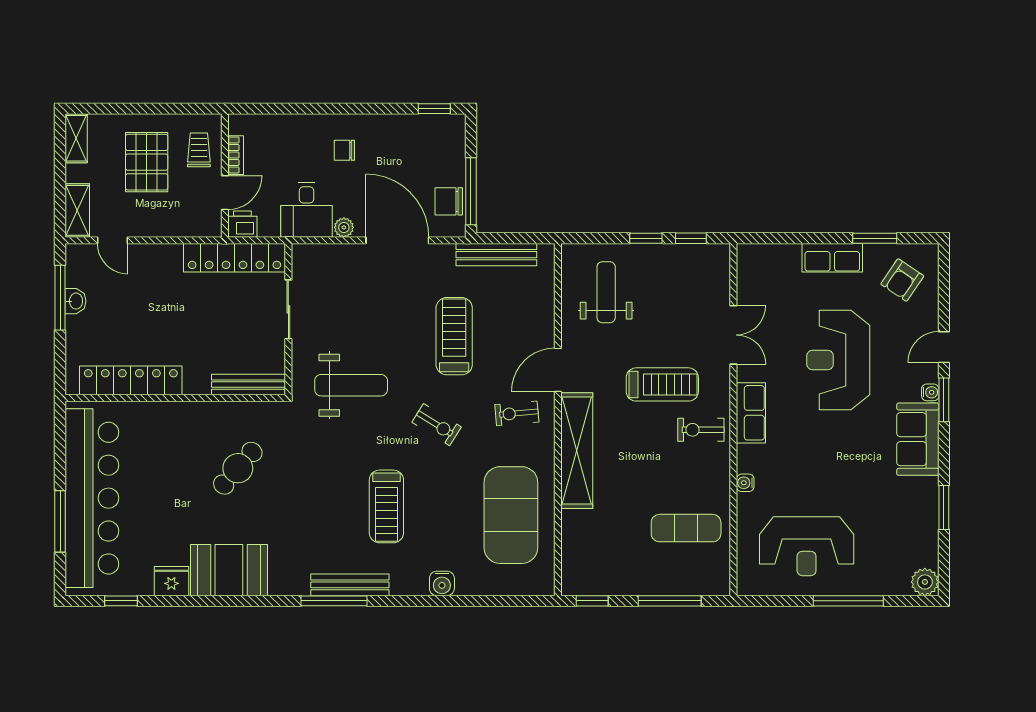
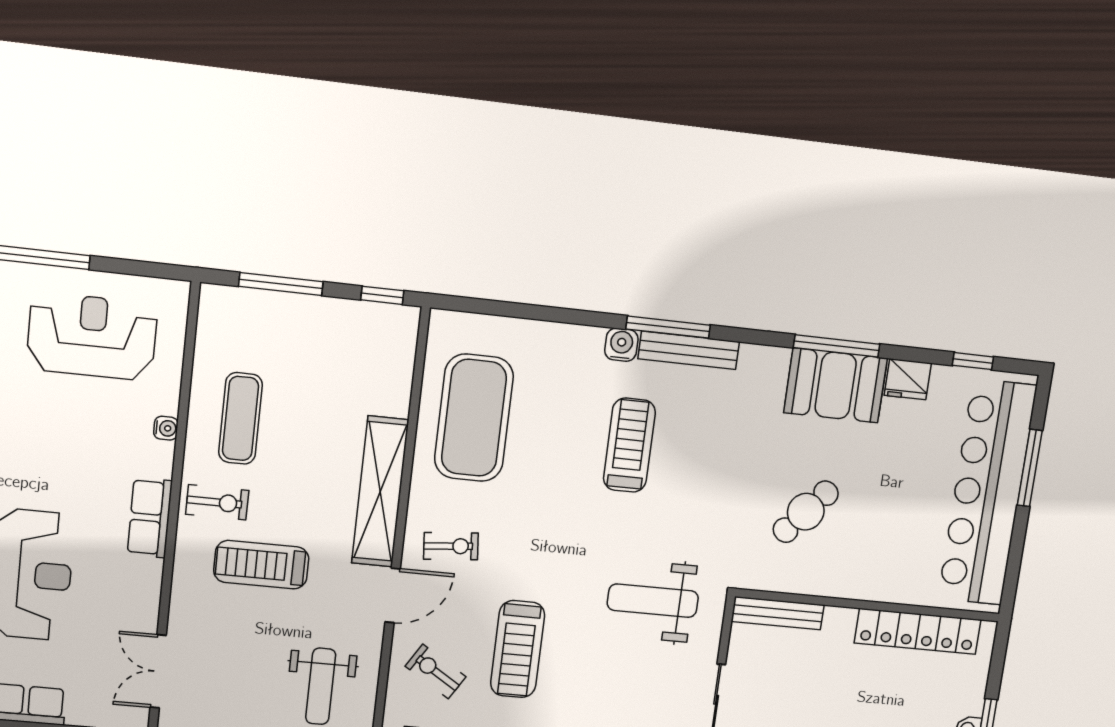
double door: (733, 335) -> (158, 671), moved
exercise bike: (437, 425) -> (436, 672), moved
exercise mat: (686, 528) -> (241, 418), moved, turned 90
water cooler: (442, 583) -> (621, 345), moved
window: (233, 601) -> (837, 346), added
window: (334, 601) -> (668, 327), moved

